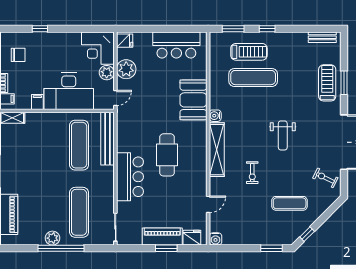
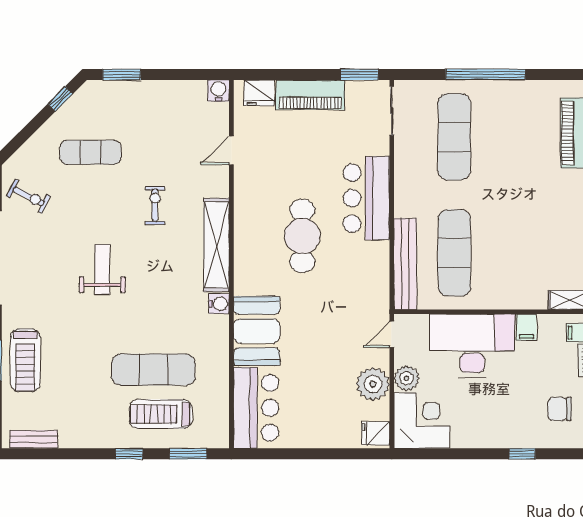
bar counter: (176, 45) -> (256, 408), moved, turned 90
plant: (52, 238) -> (500, 92), removed
window: (166, 248) -> (359, 74), moved

